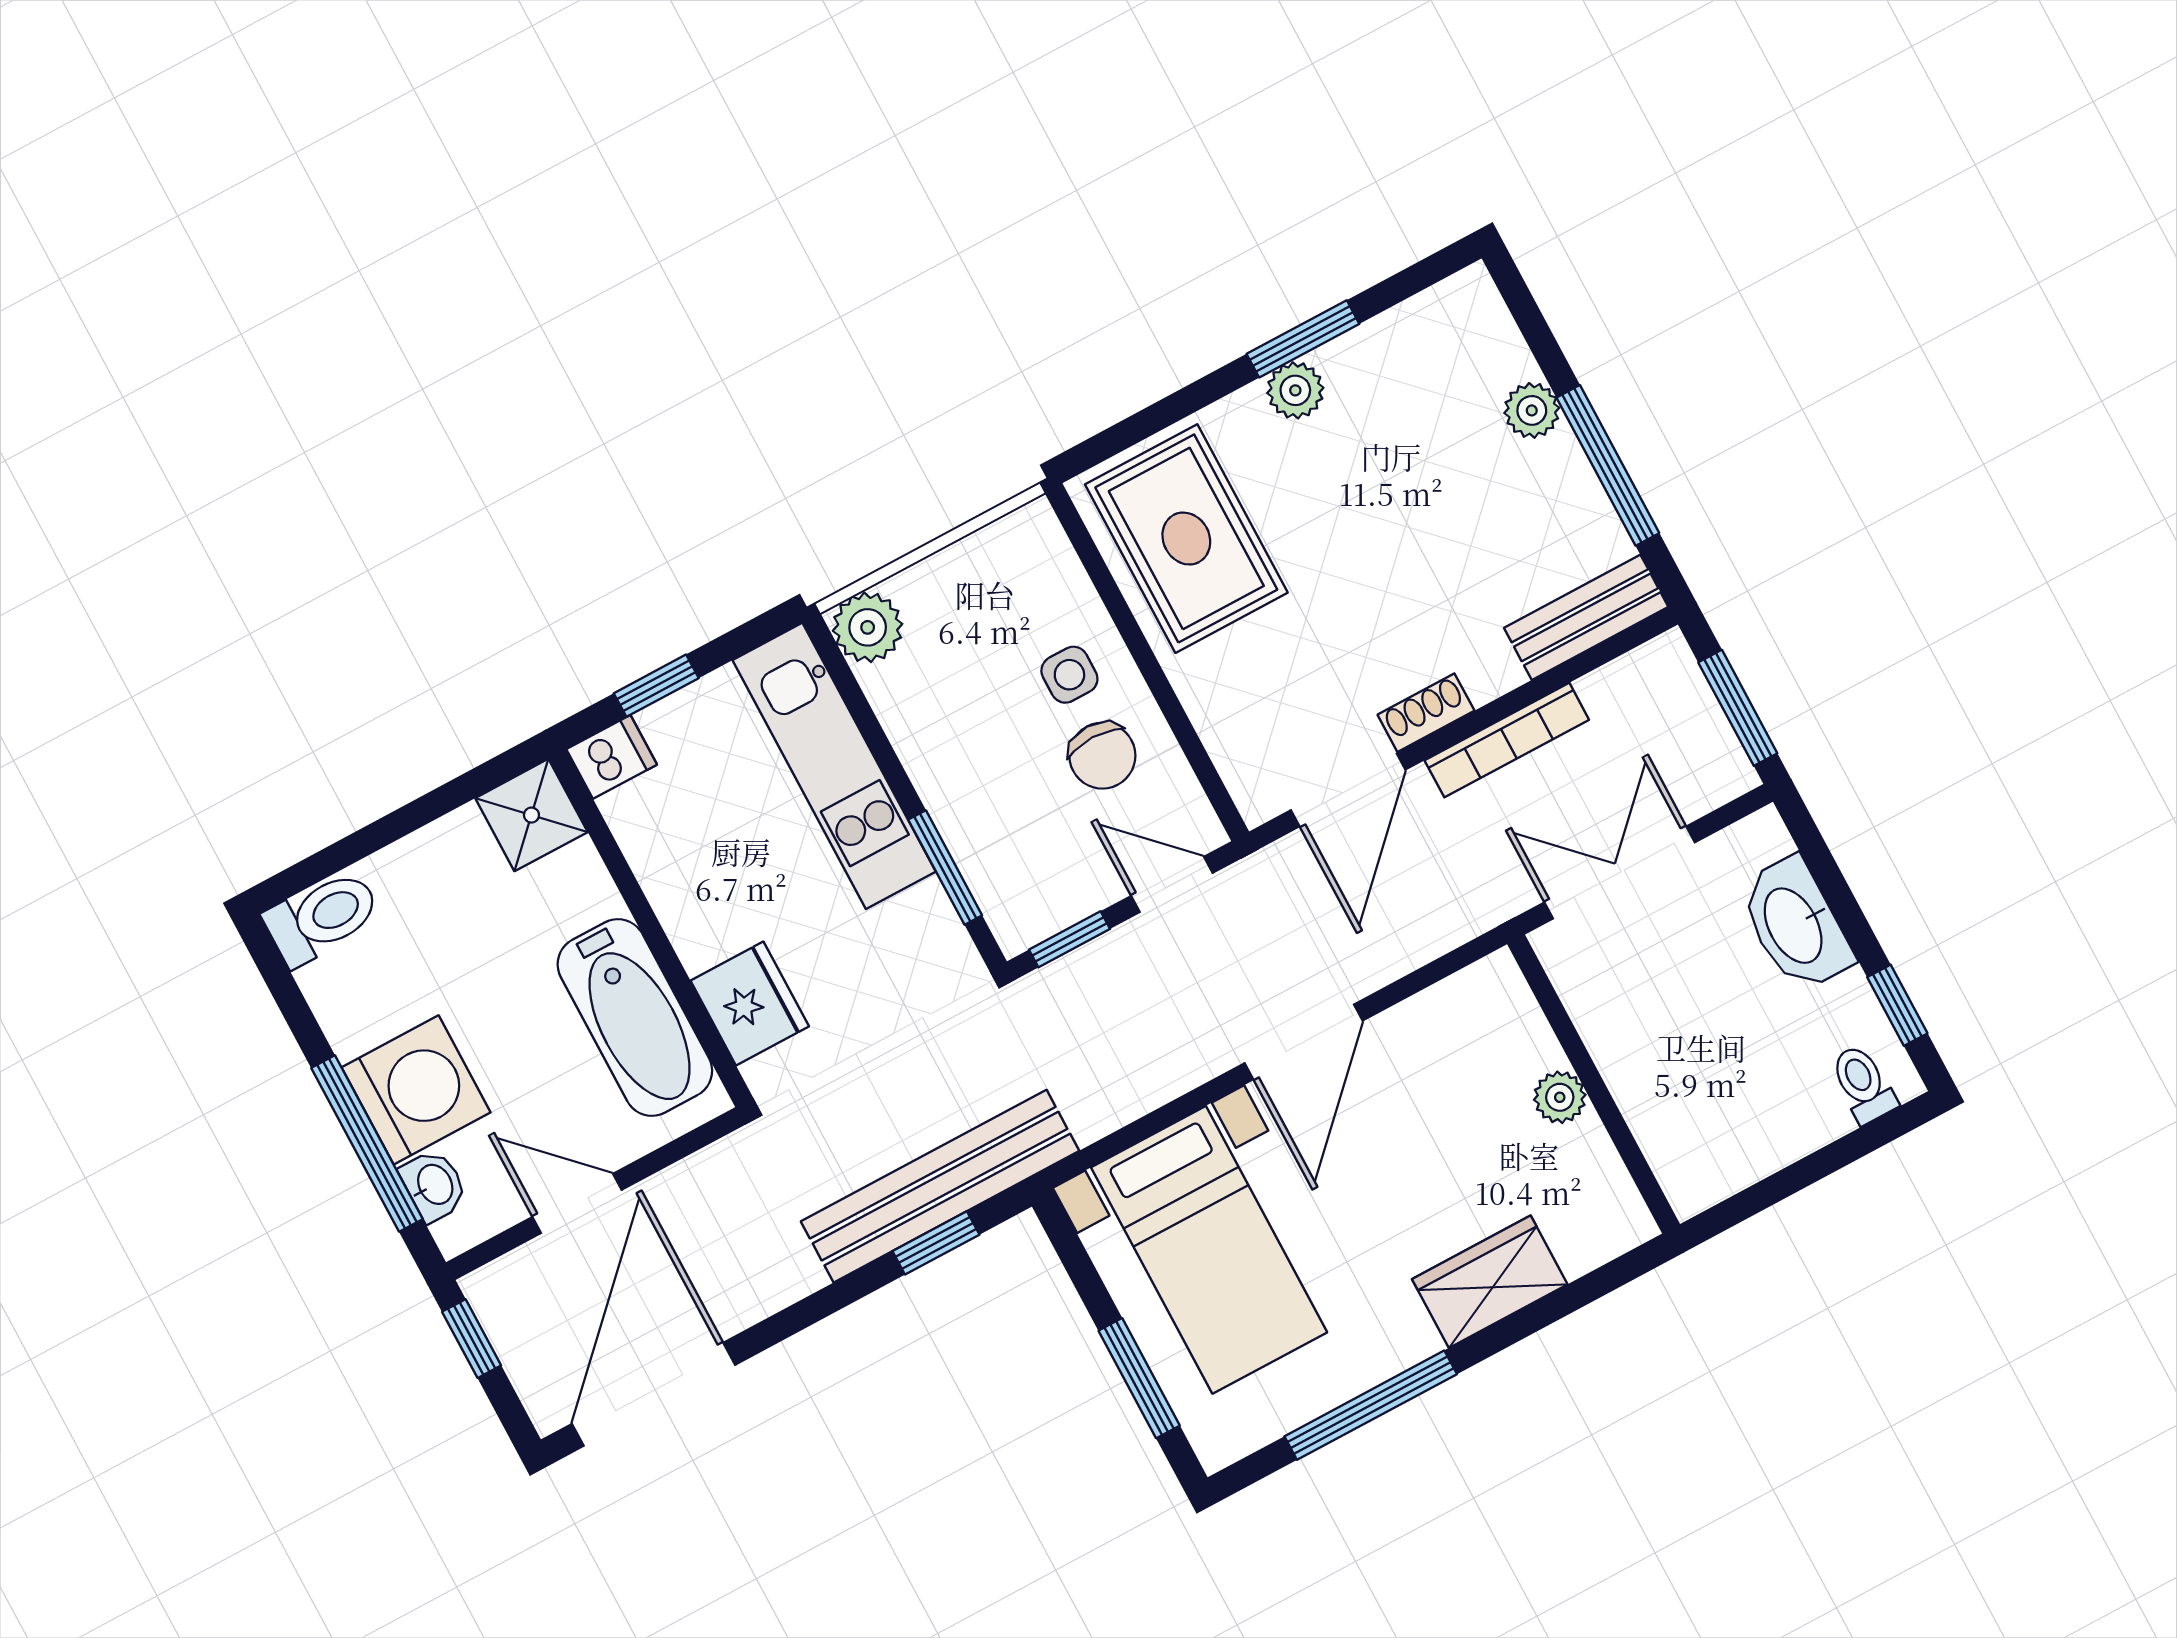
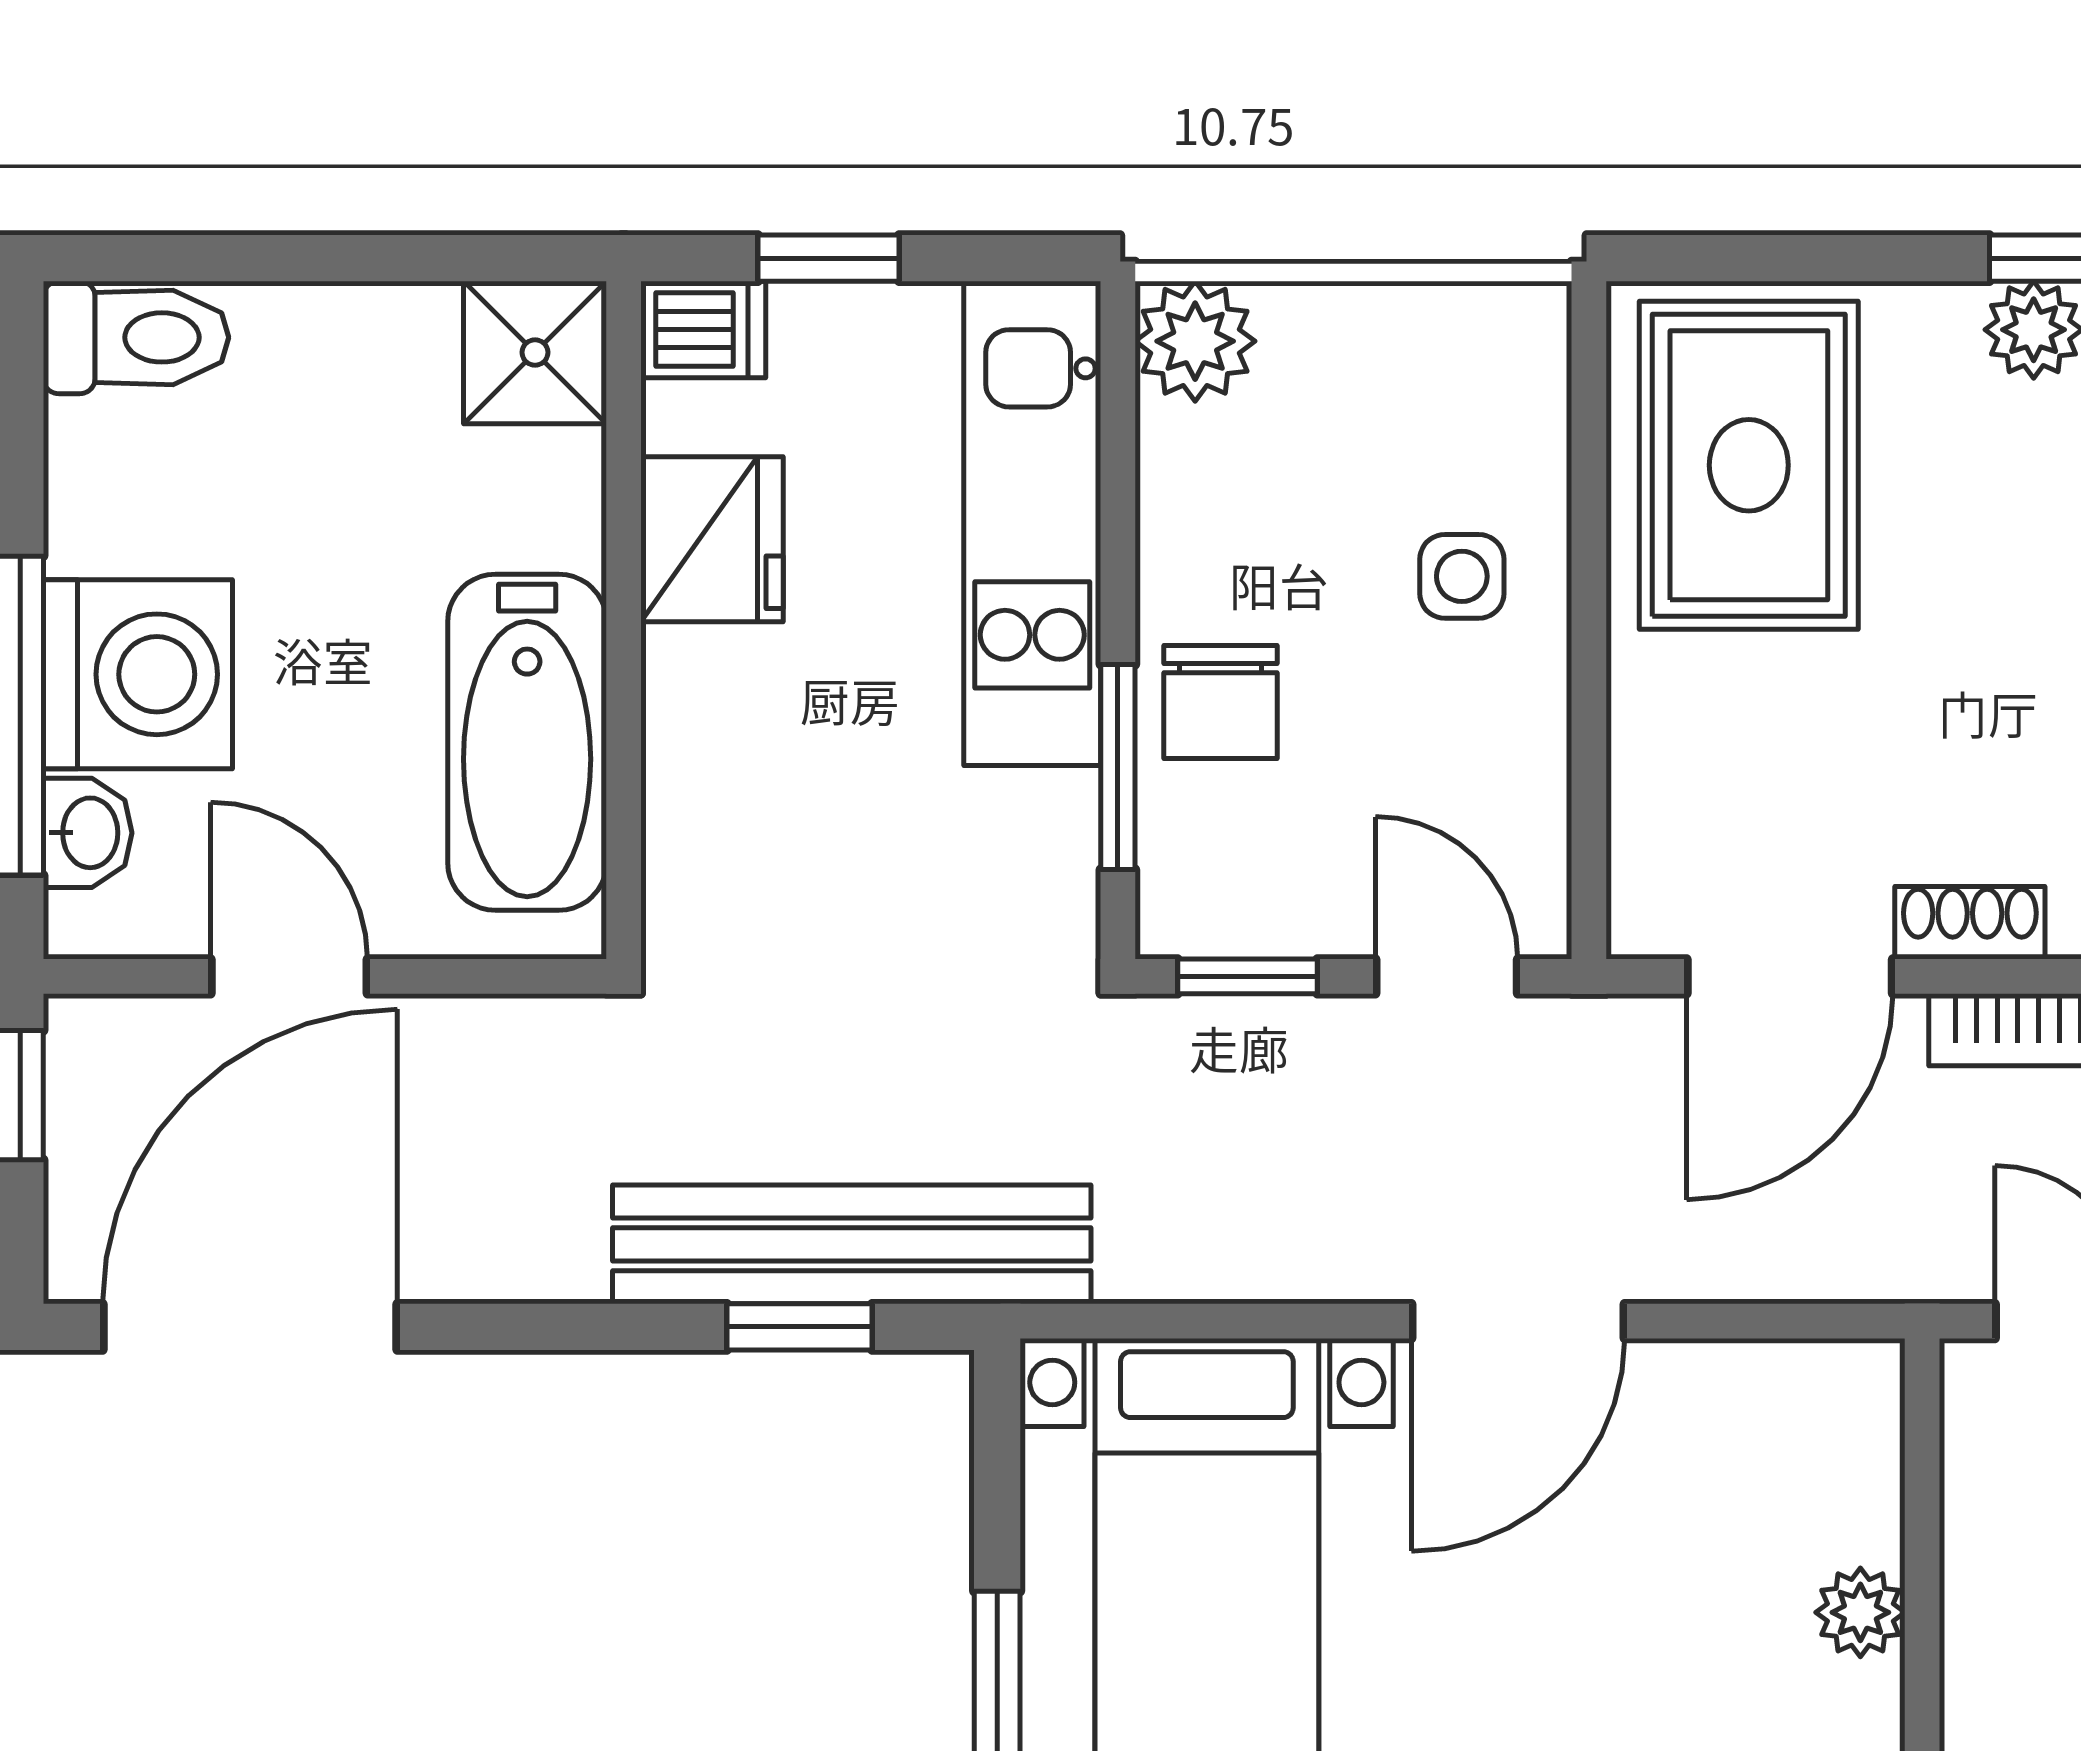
chair: (1102, 756) -> (1220, 702), moved
fridge: (750, 1004) -> (712, 539), moved

